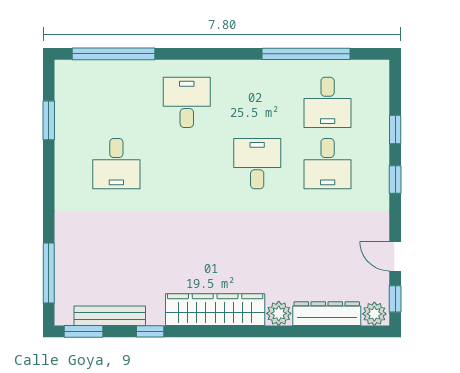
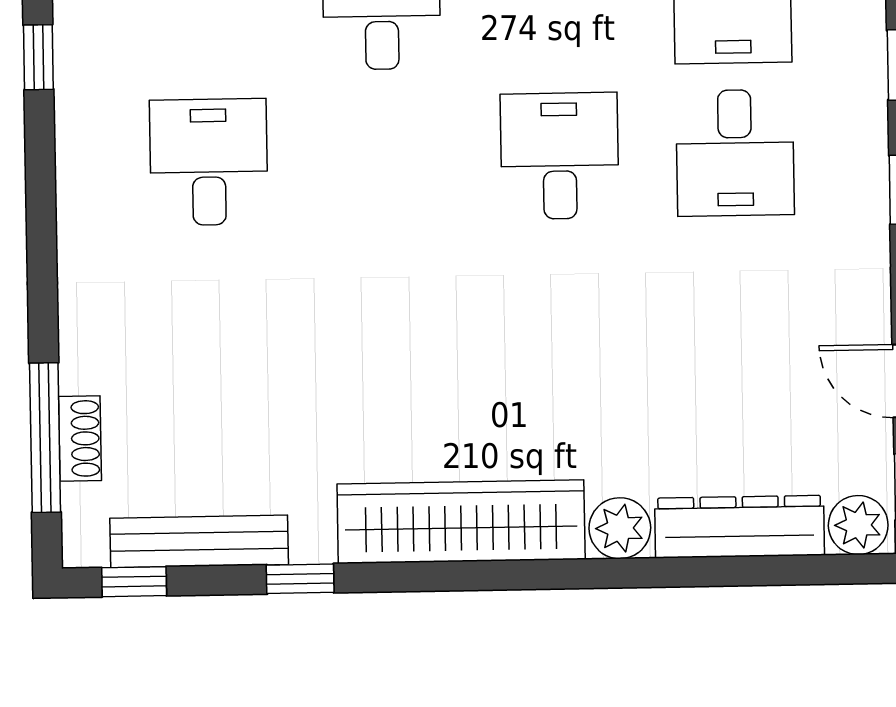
window: (49, 120) -> (38, 57), width x0.67
desk: (116, 164) -> (209, 162), turned 180
shoe rack: (63, 274) -> (80, 439), added
window: (83, 331) -> (134, 582), width x0.67

